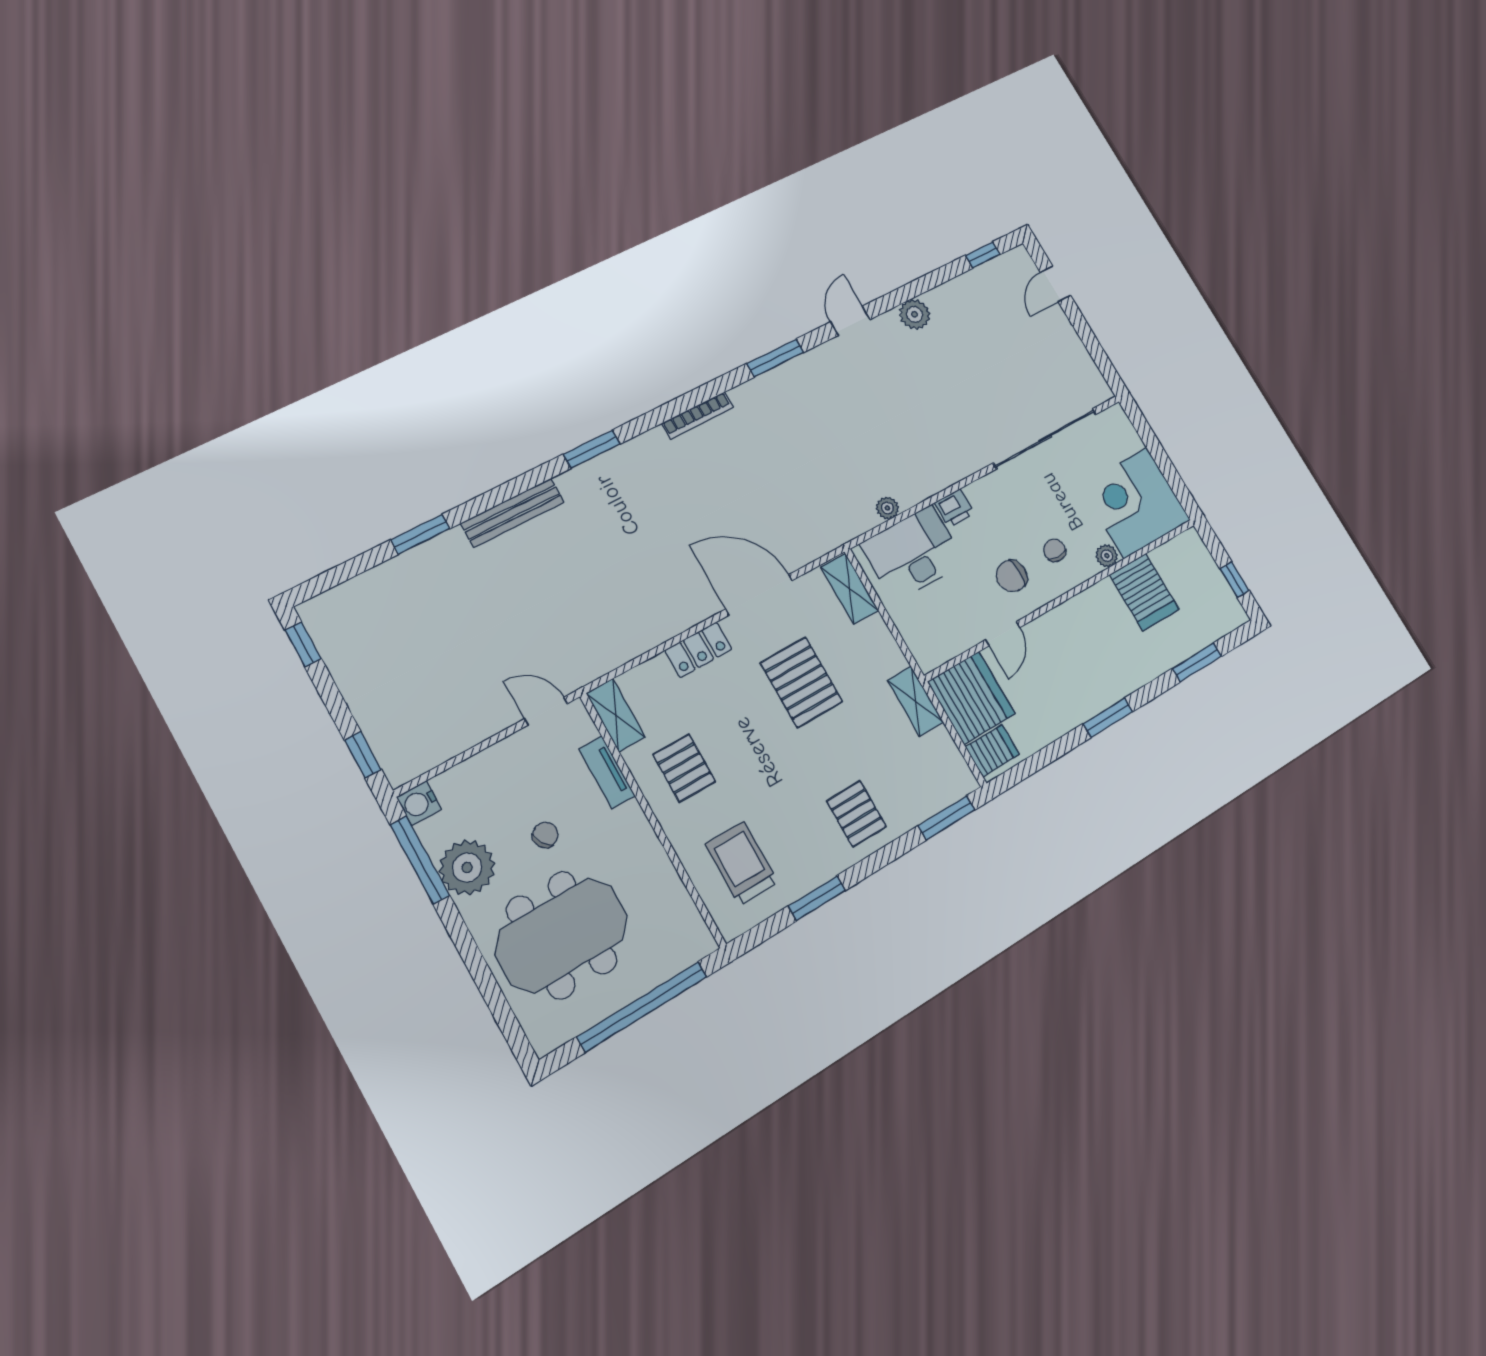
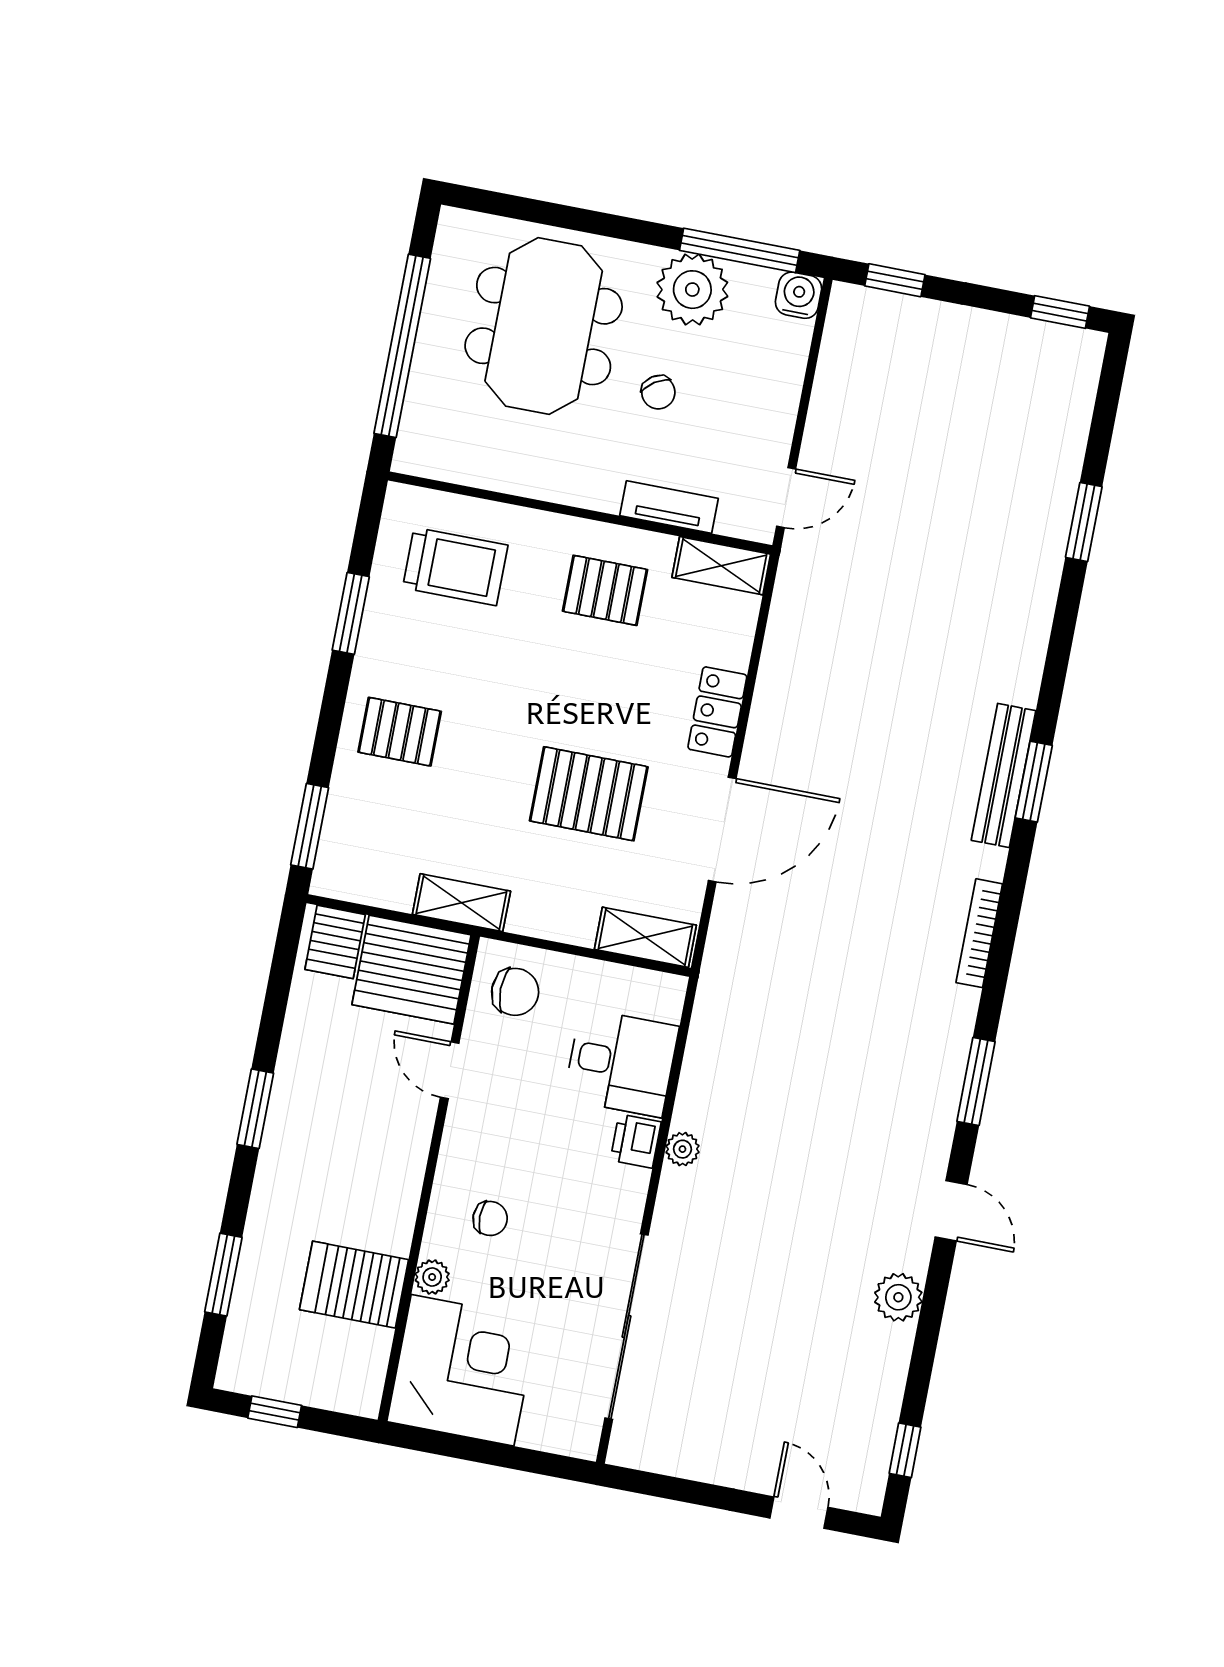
plant: (887, 508) -> (682, 1149), moved
bench: (513, 513) -> (1004, 775), moved
desk: (913, 553) -> (621, 1063), width x0.73
chair: (1012, 576) -> (515, 992), moved, turned 90

